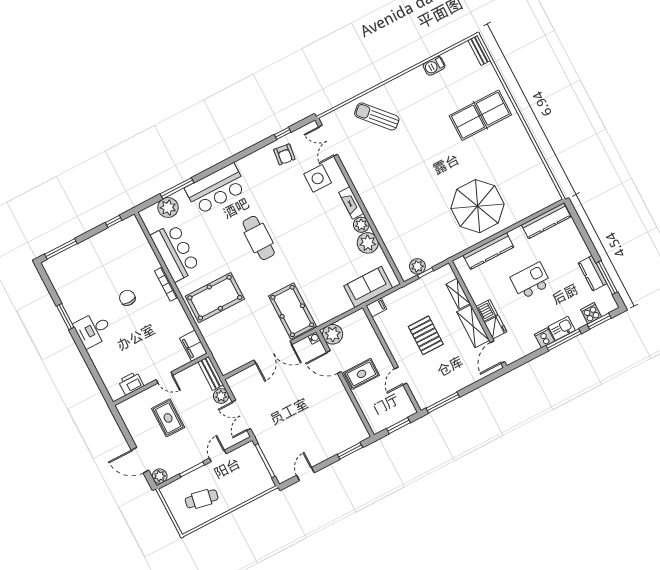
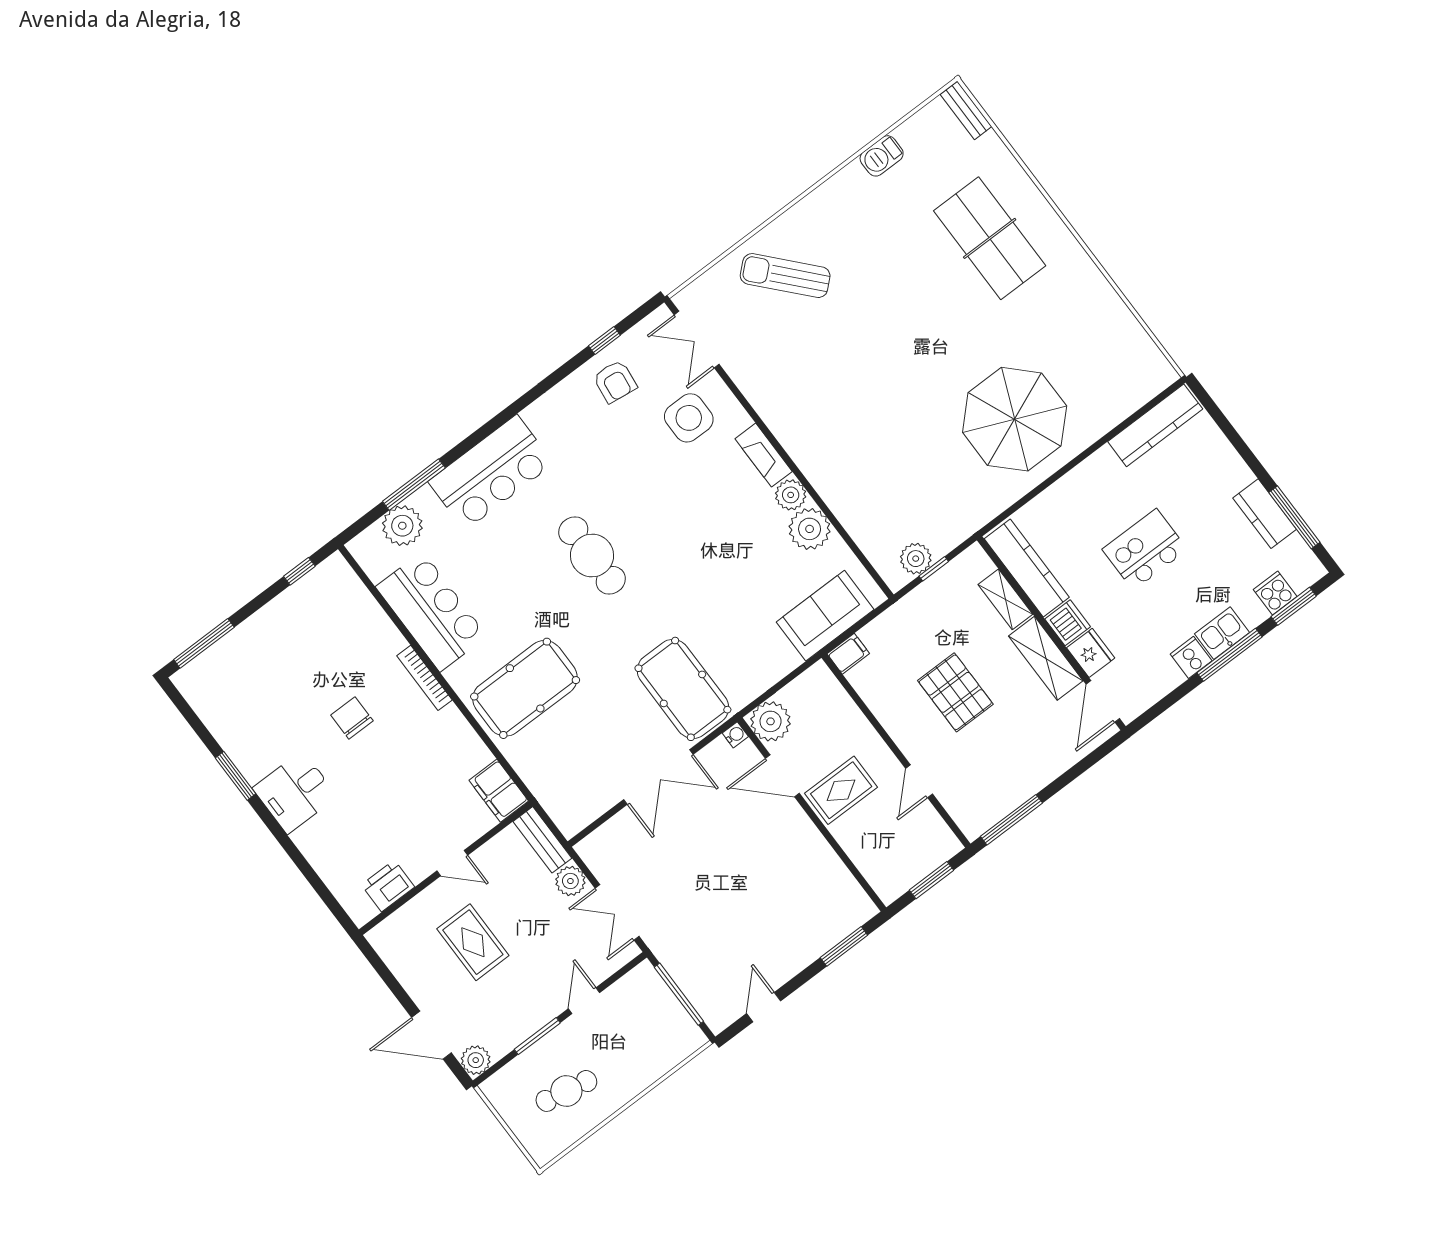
table tennis table: (480, 115) -> (990, 238), turned 90
kitchen counter: (488, 251) -> (1027, 568), moved, turned -90

